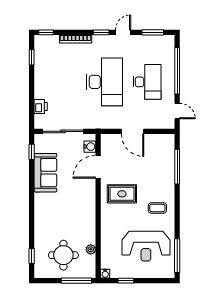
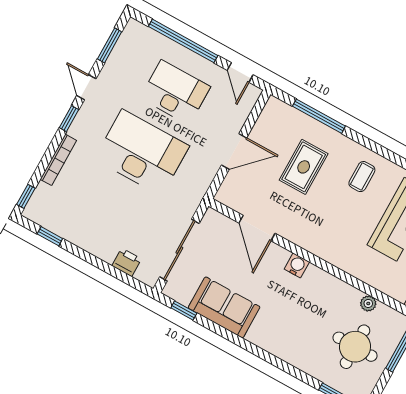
door: (177, 111) -> (240, 73), swing flipped
water cooler: (90, 147) -> (297, 265), moved
rug: (122, 194) -> (304, 167), moved

